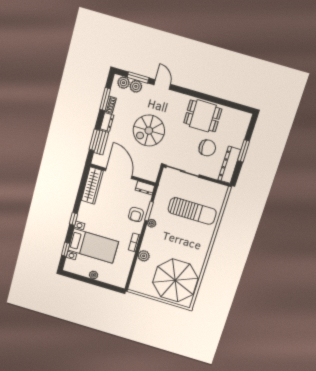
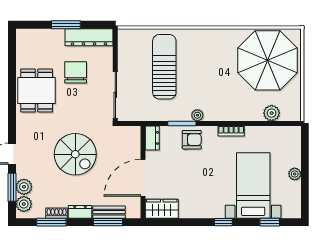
wardrobe: (92, 186) -> (162, 209), width x0.67
plant: (144, 256) -> (272, 113), moved

